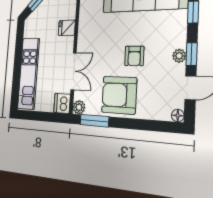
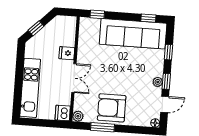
armchair: (134, 56) -> (124, 80), removed
double door: (74, 71) -> (74, 78), moved
window: (94, 121) -> (102, 127), moved

